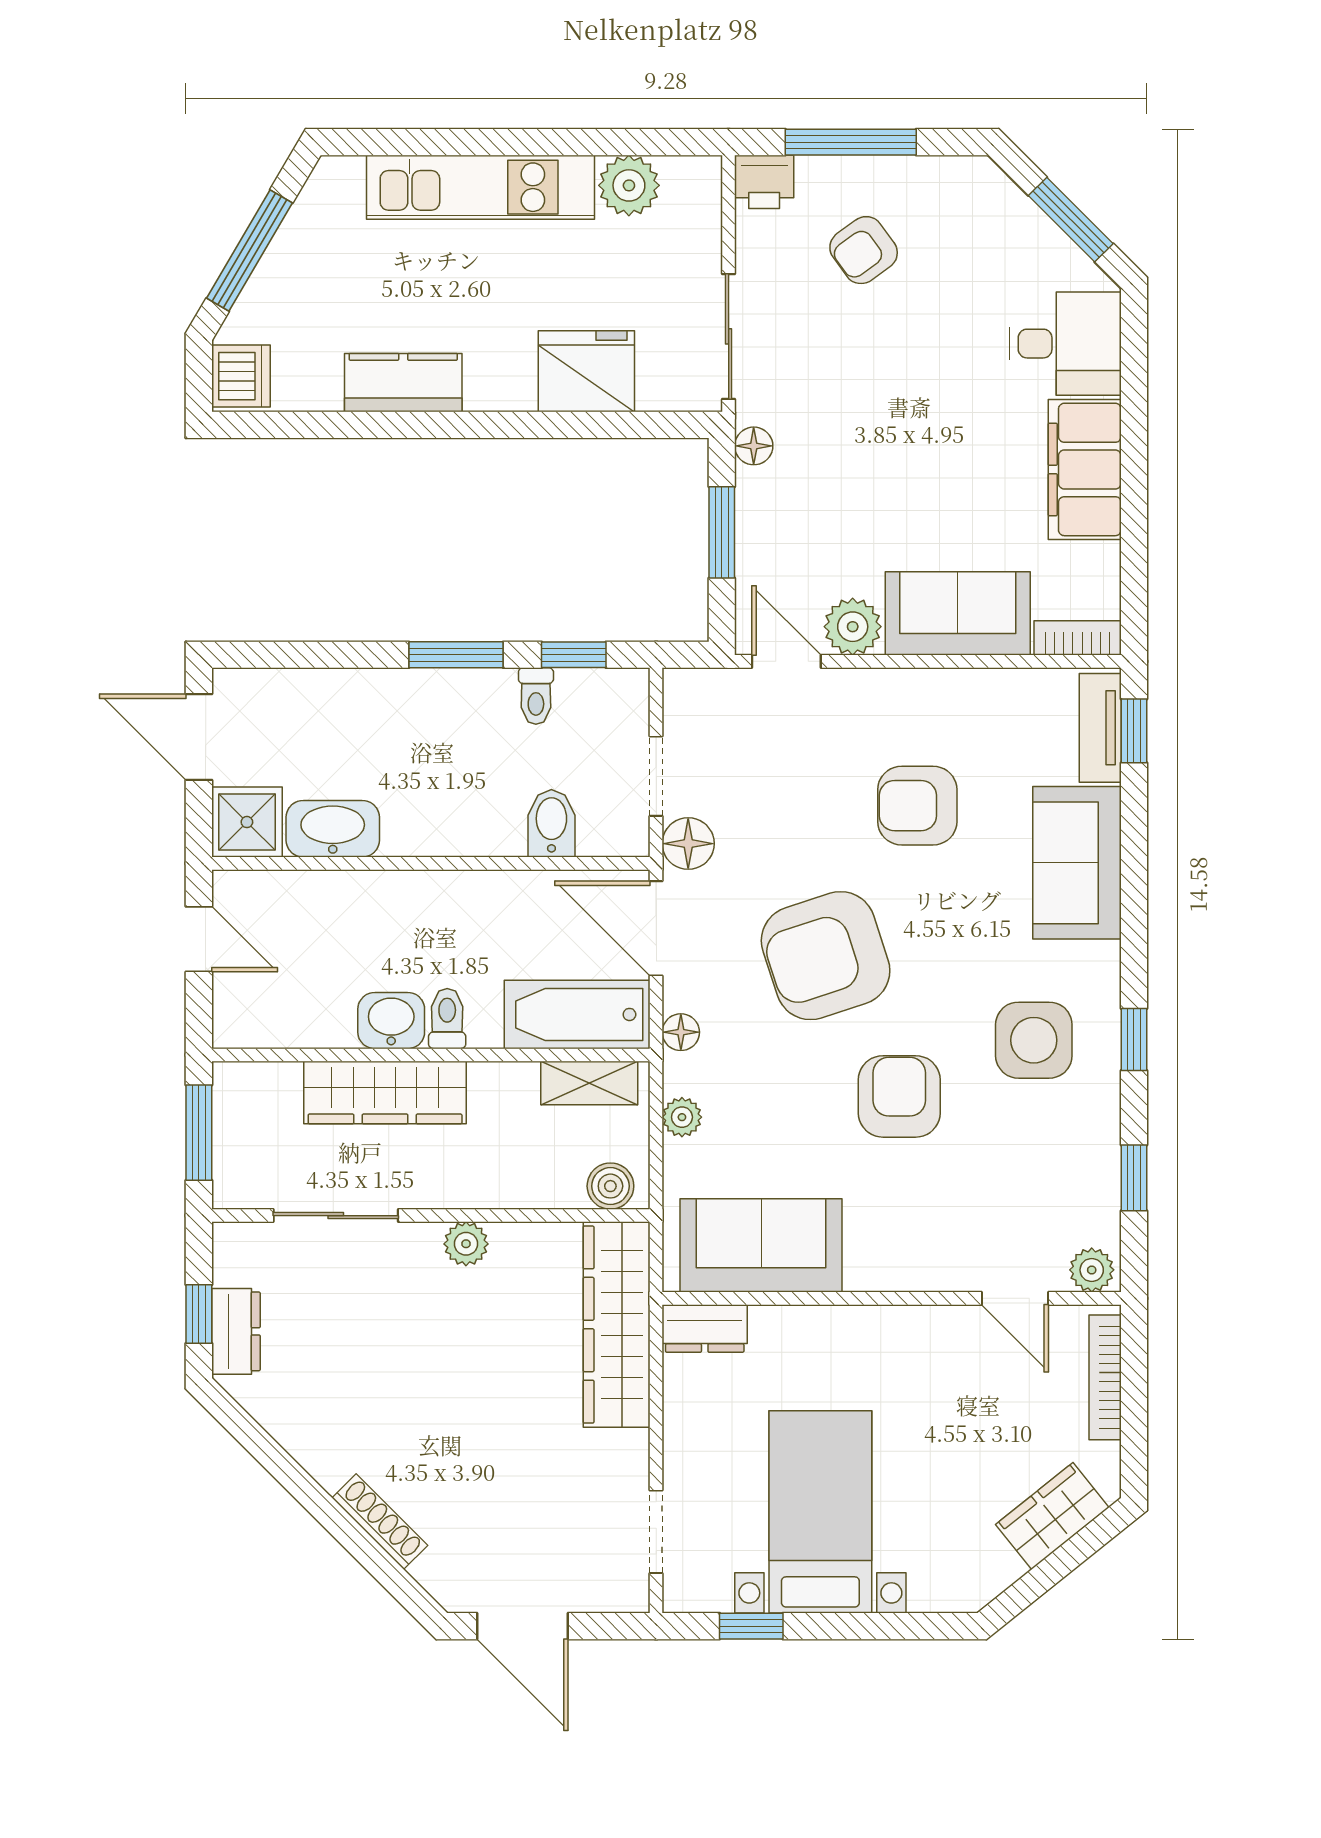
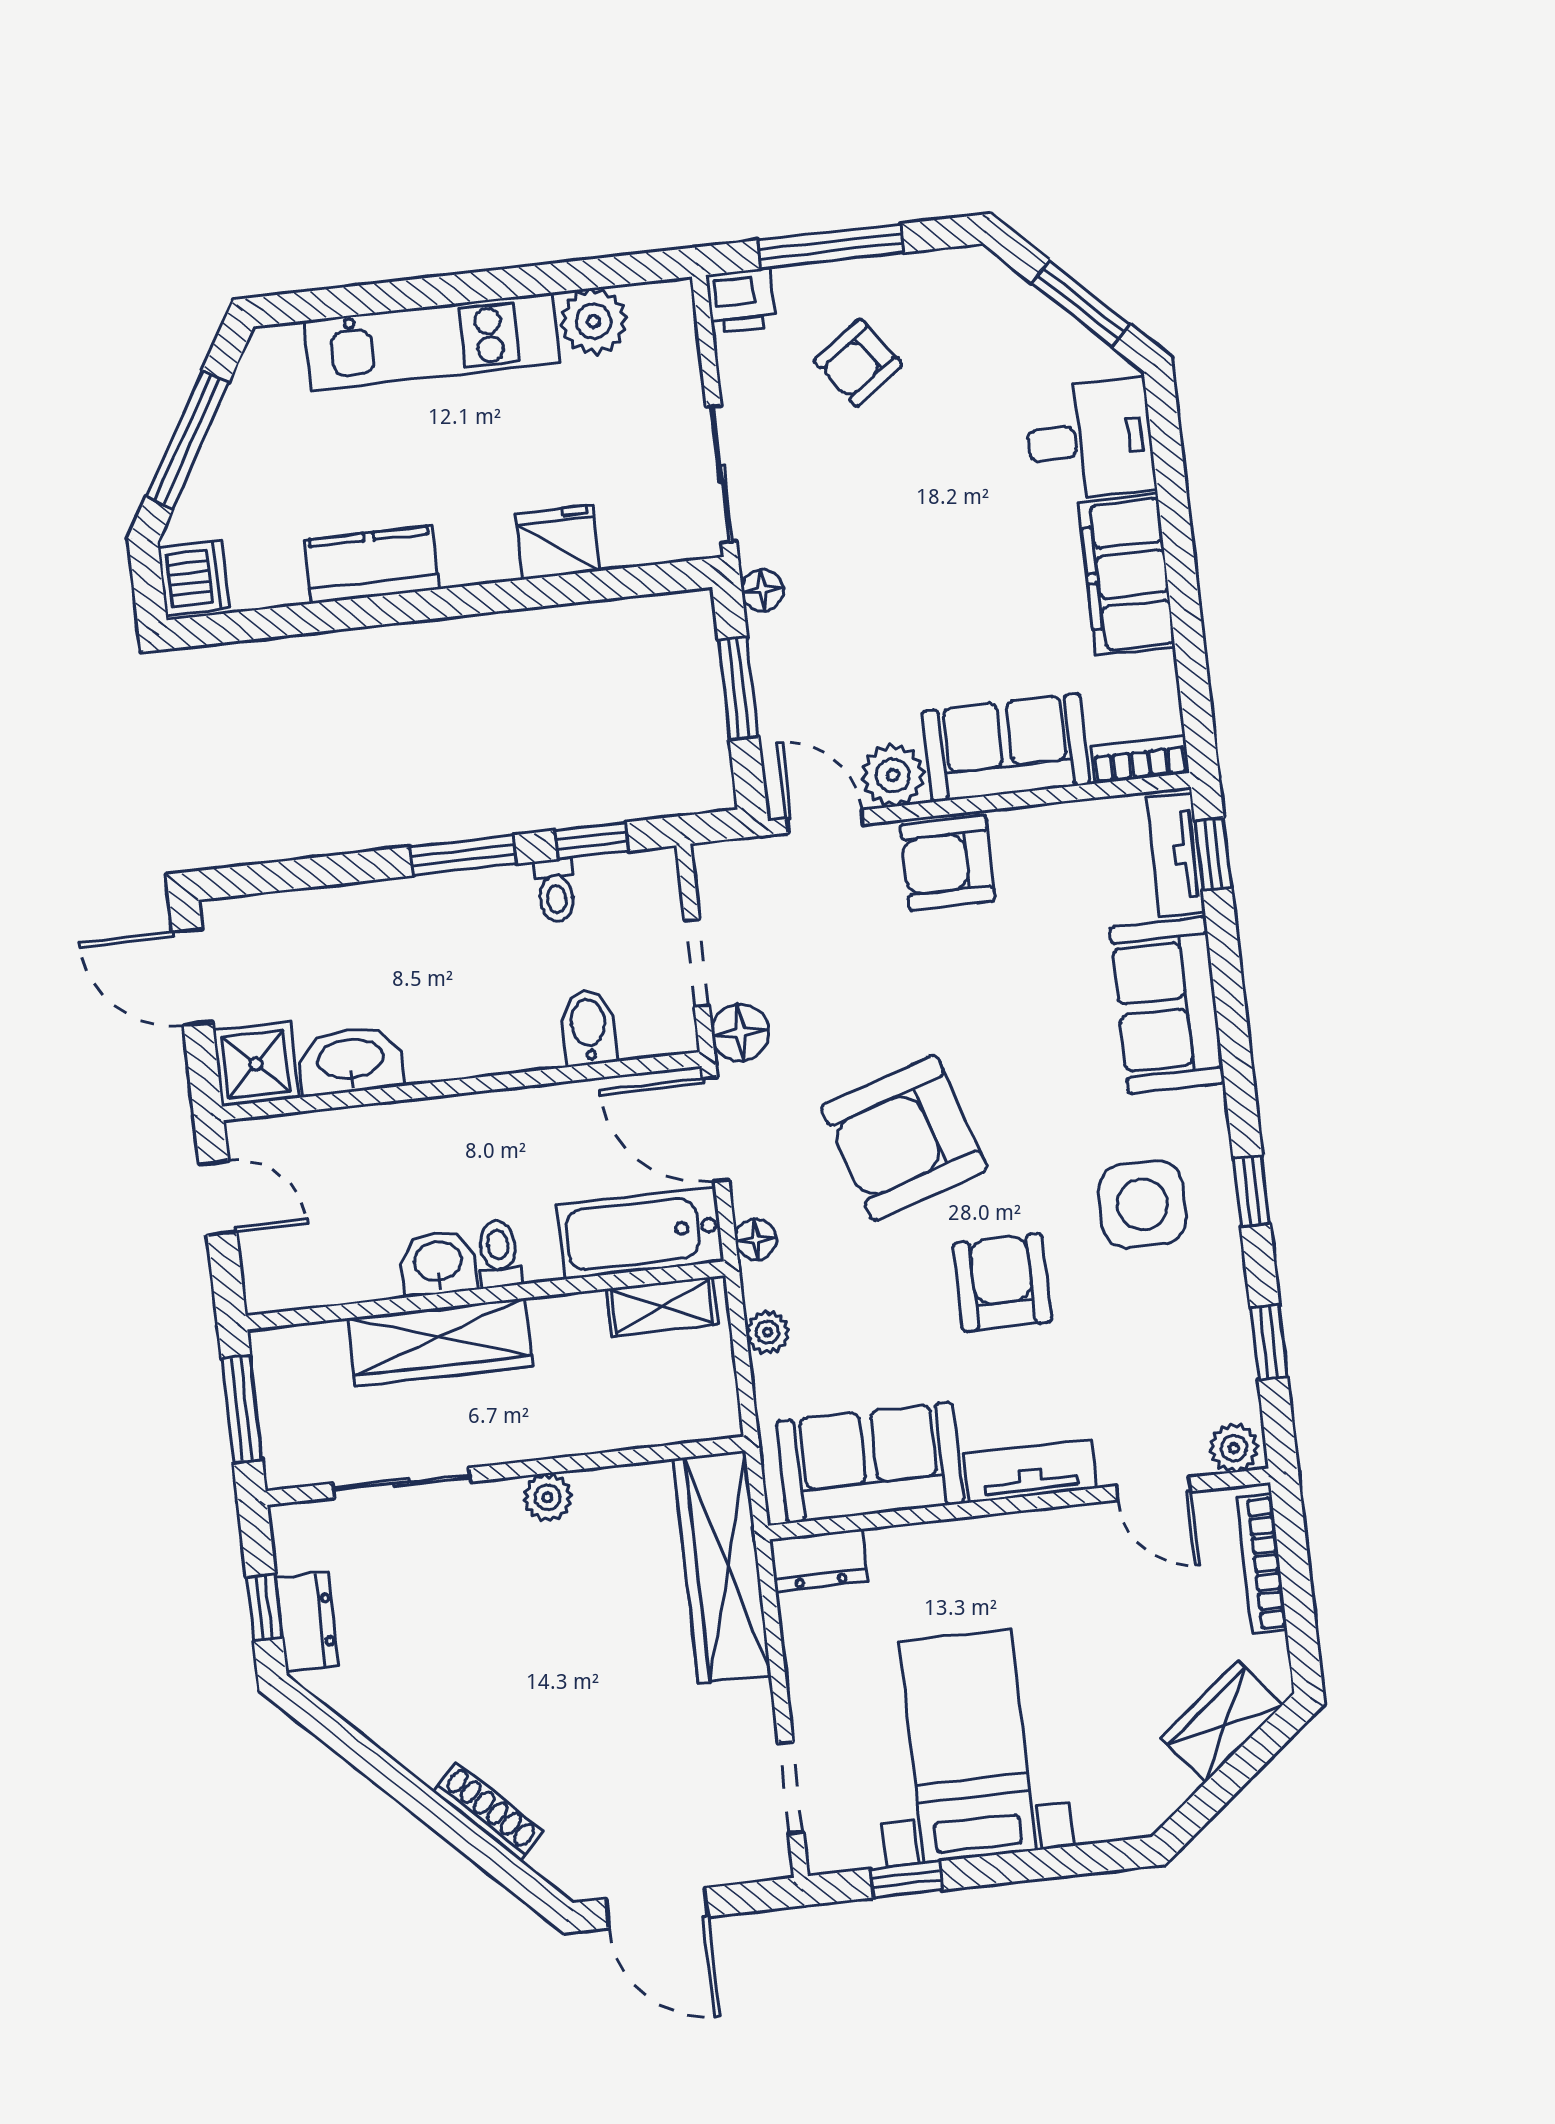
fridge: (586, 371) -> (558, 542), width x0.73, depth x0.75
armchair: (917, 806) -> (948, 863), moved
boiler: (610, 1186) -> (698, 1416), removed
tv unit: (905, 1270) -> (1030, 1471), added

